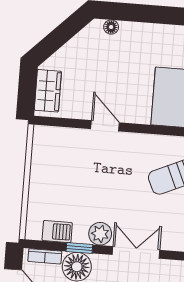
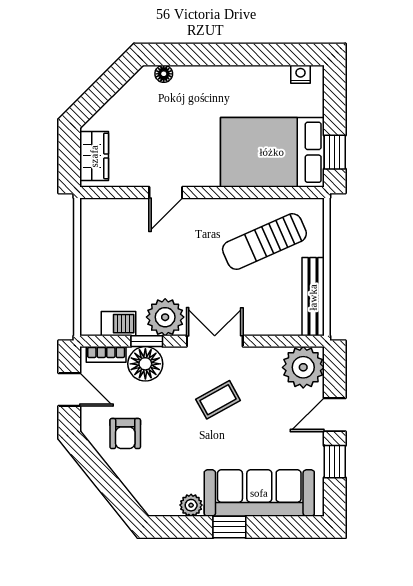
door: (105, 126) -> (166, 192), swing flipped
plant: (100, 234) -> (165, 317), width x1.36, depth x1.36

